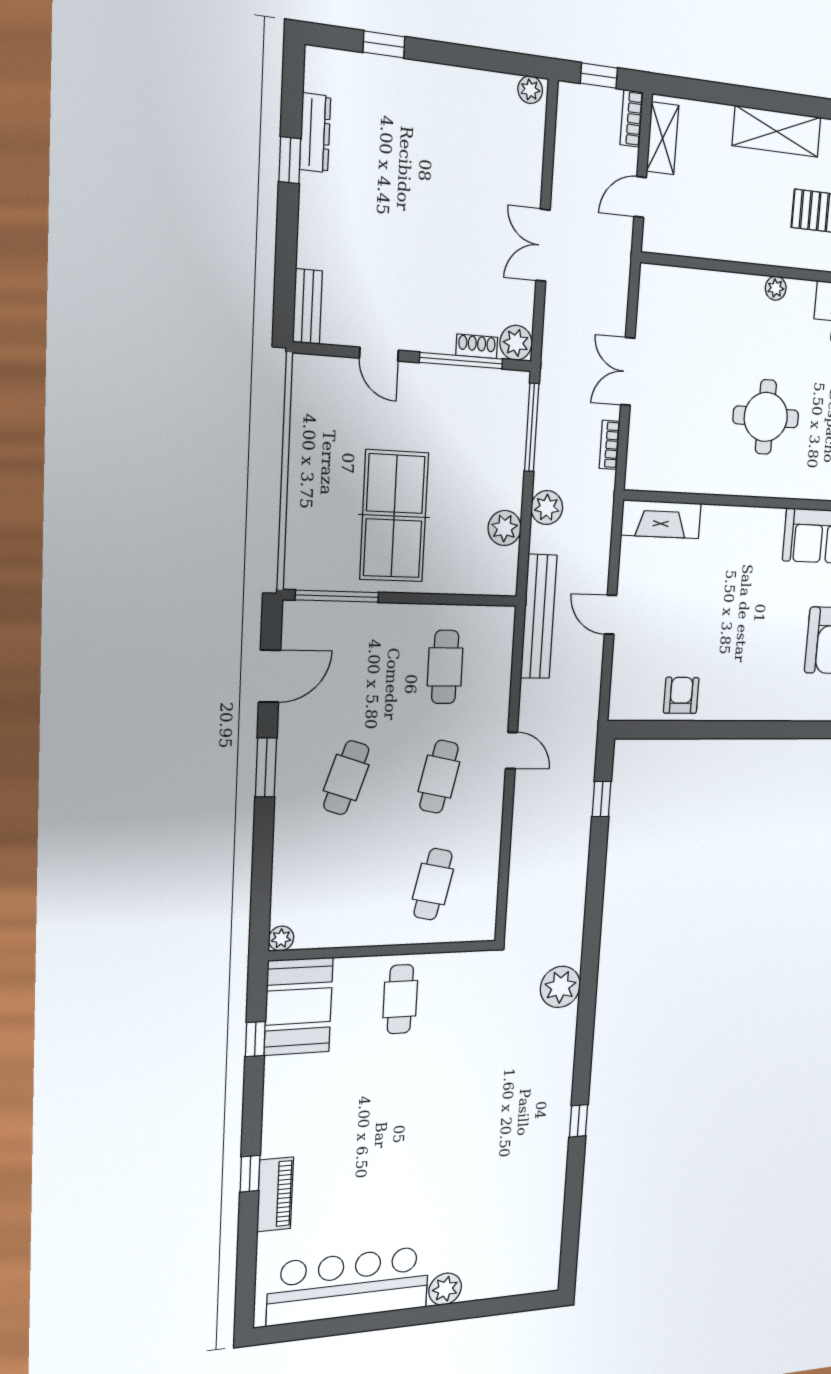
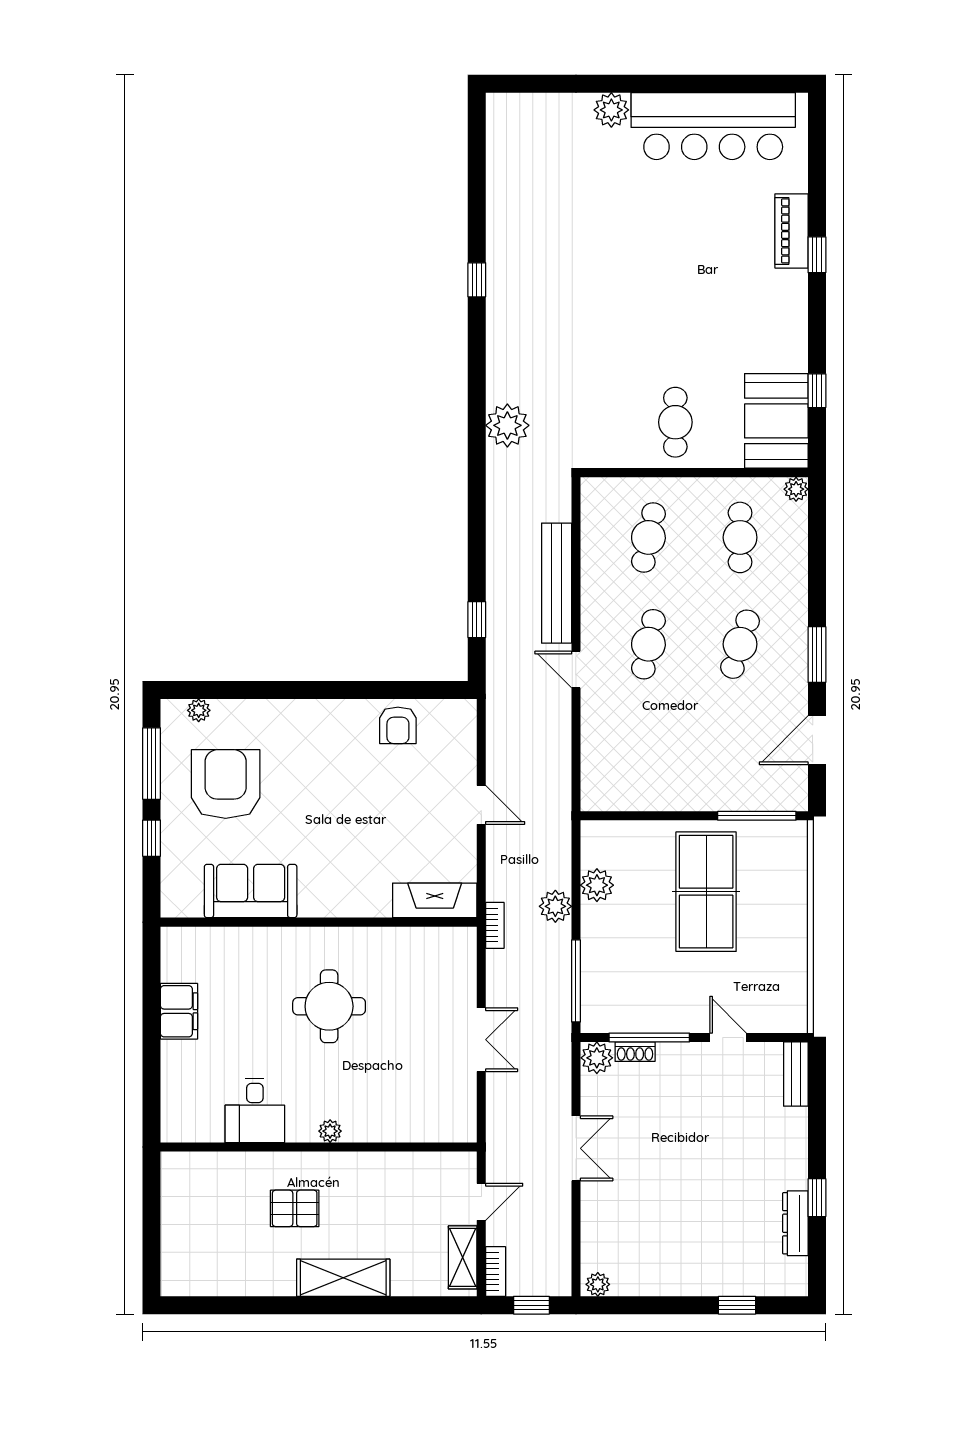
bookcase: (610, 445) -> (495, 925), moved
bench: (539, 617) -> (557, 583), moved
cafe table: (445, 667) -> (740, 537), moved

